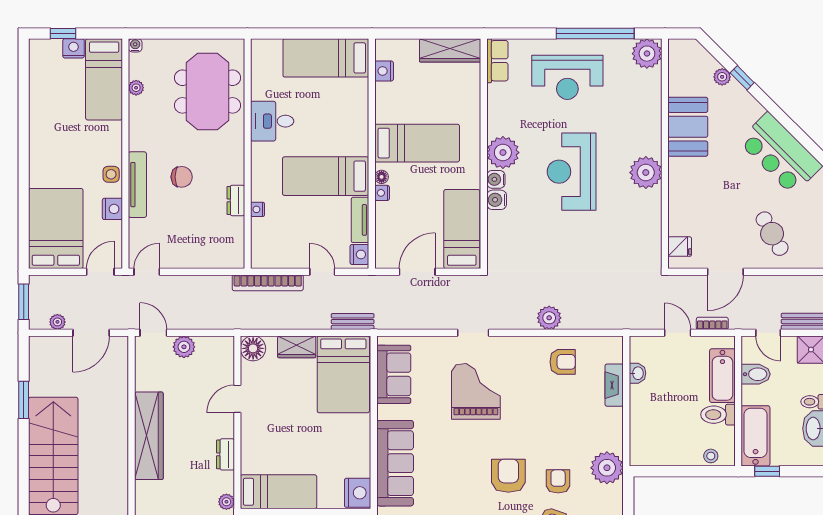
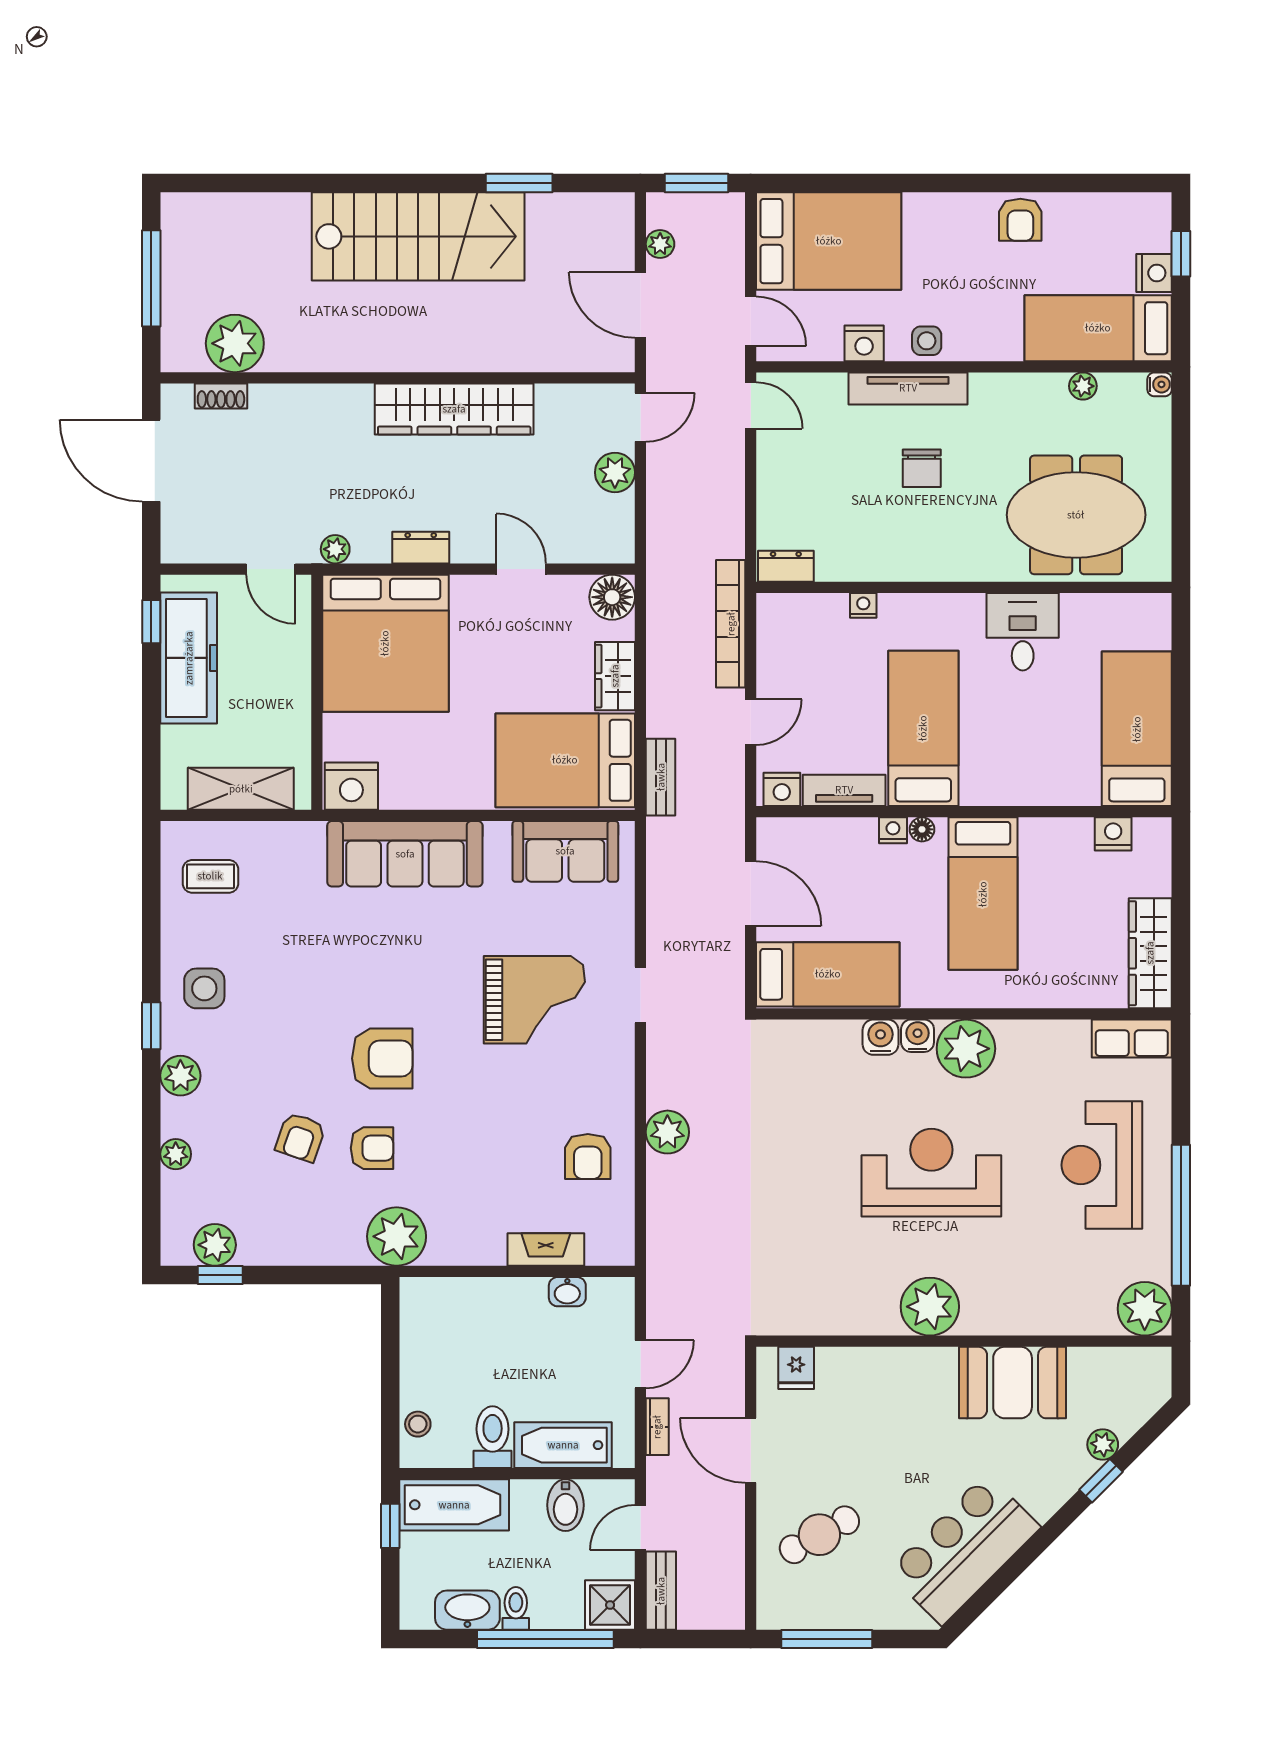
armchair: (44, 122) -> (1020, 220), added
dresser: (236, 200) -> (786, 566), moved
bed: (278, 492) -> (385, 643), width x2.04

